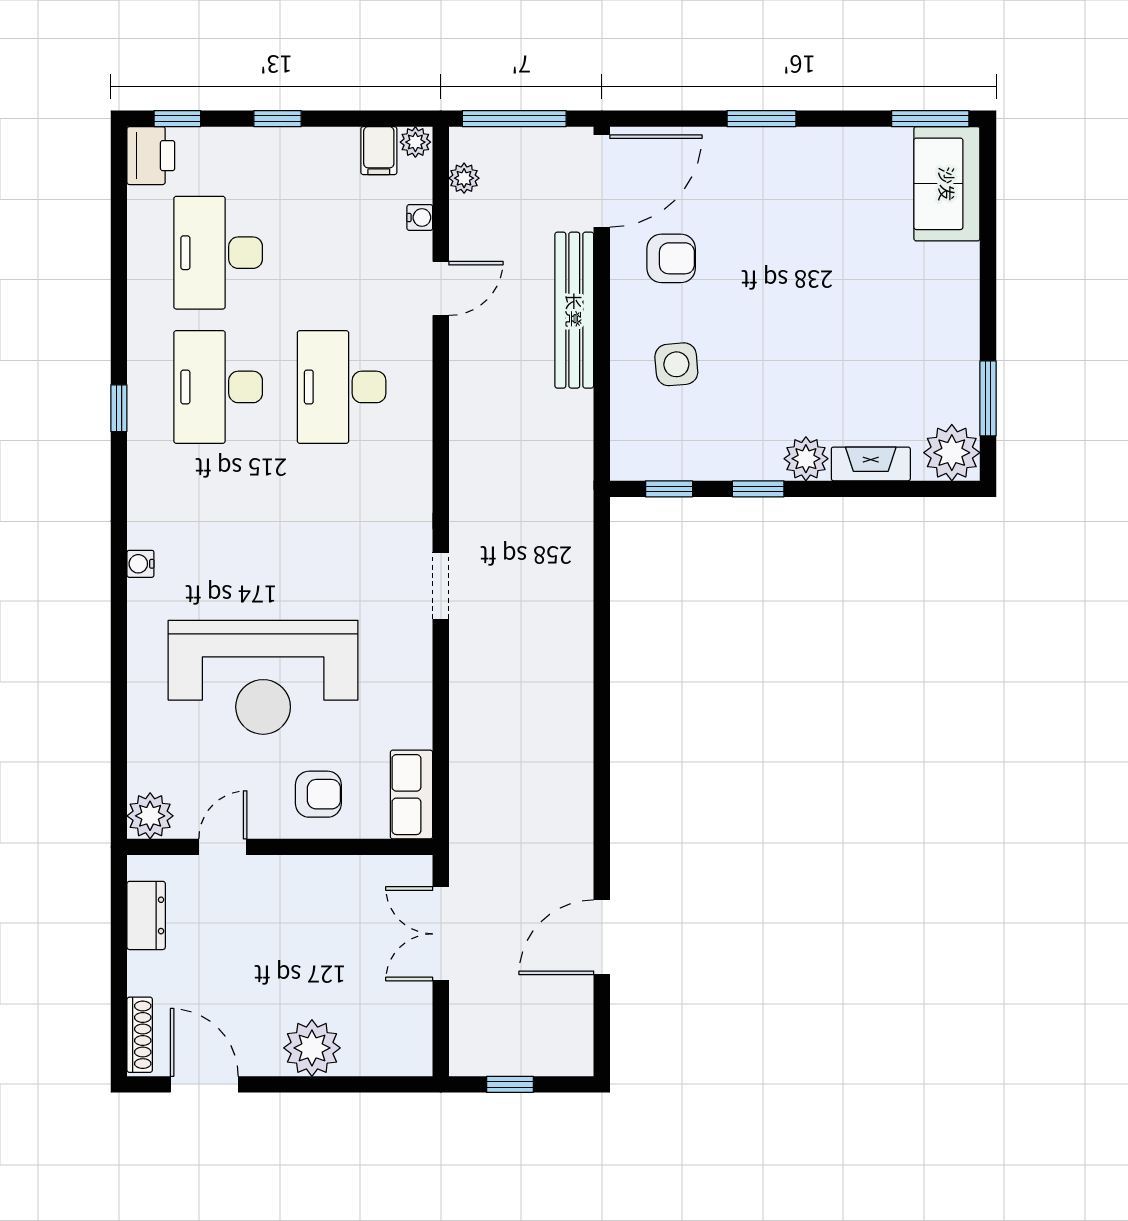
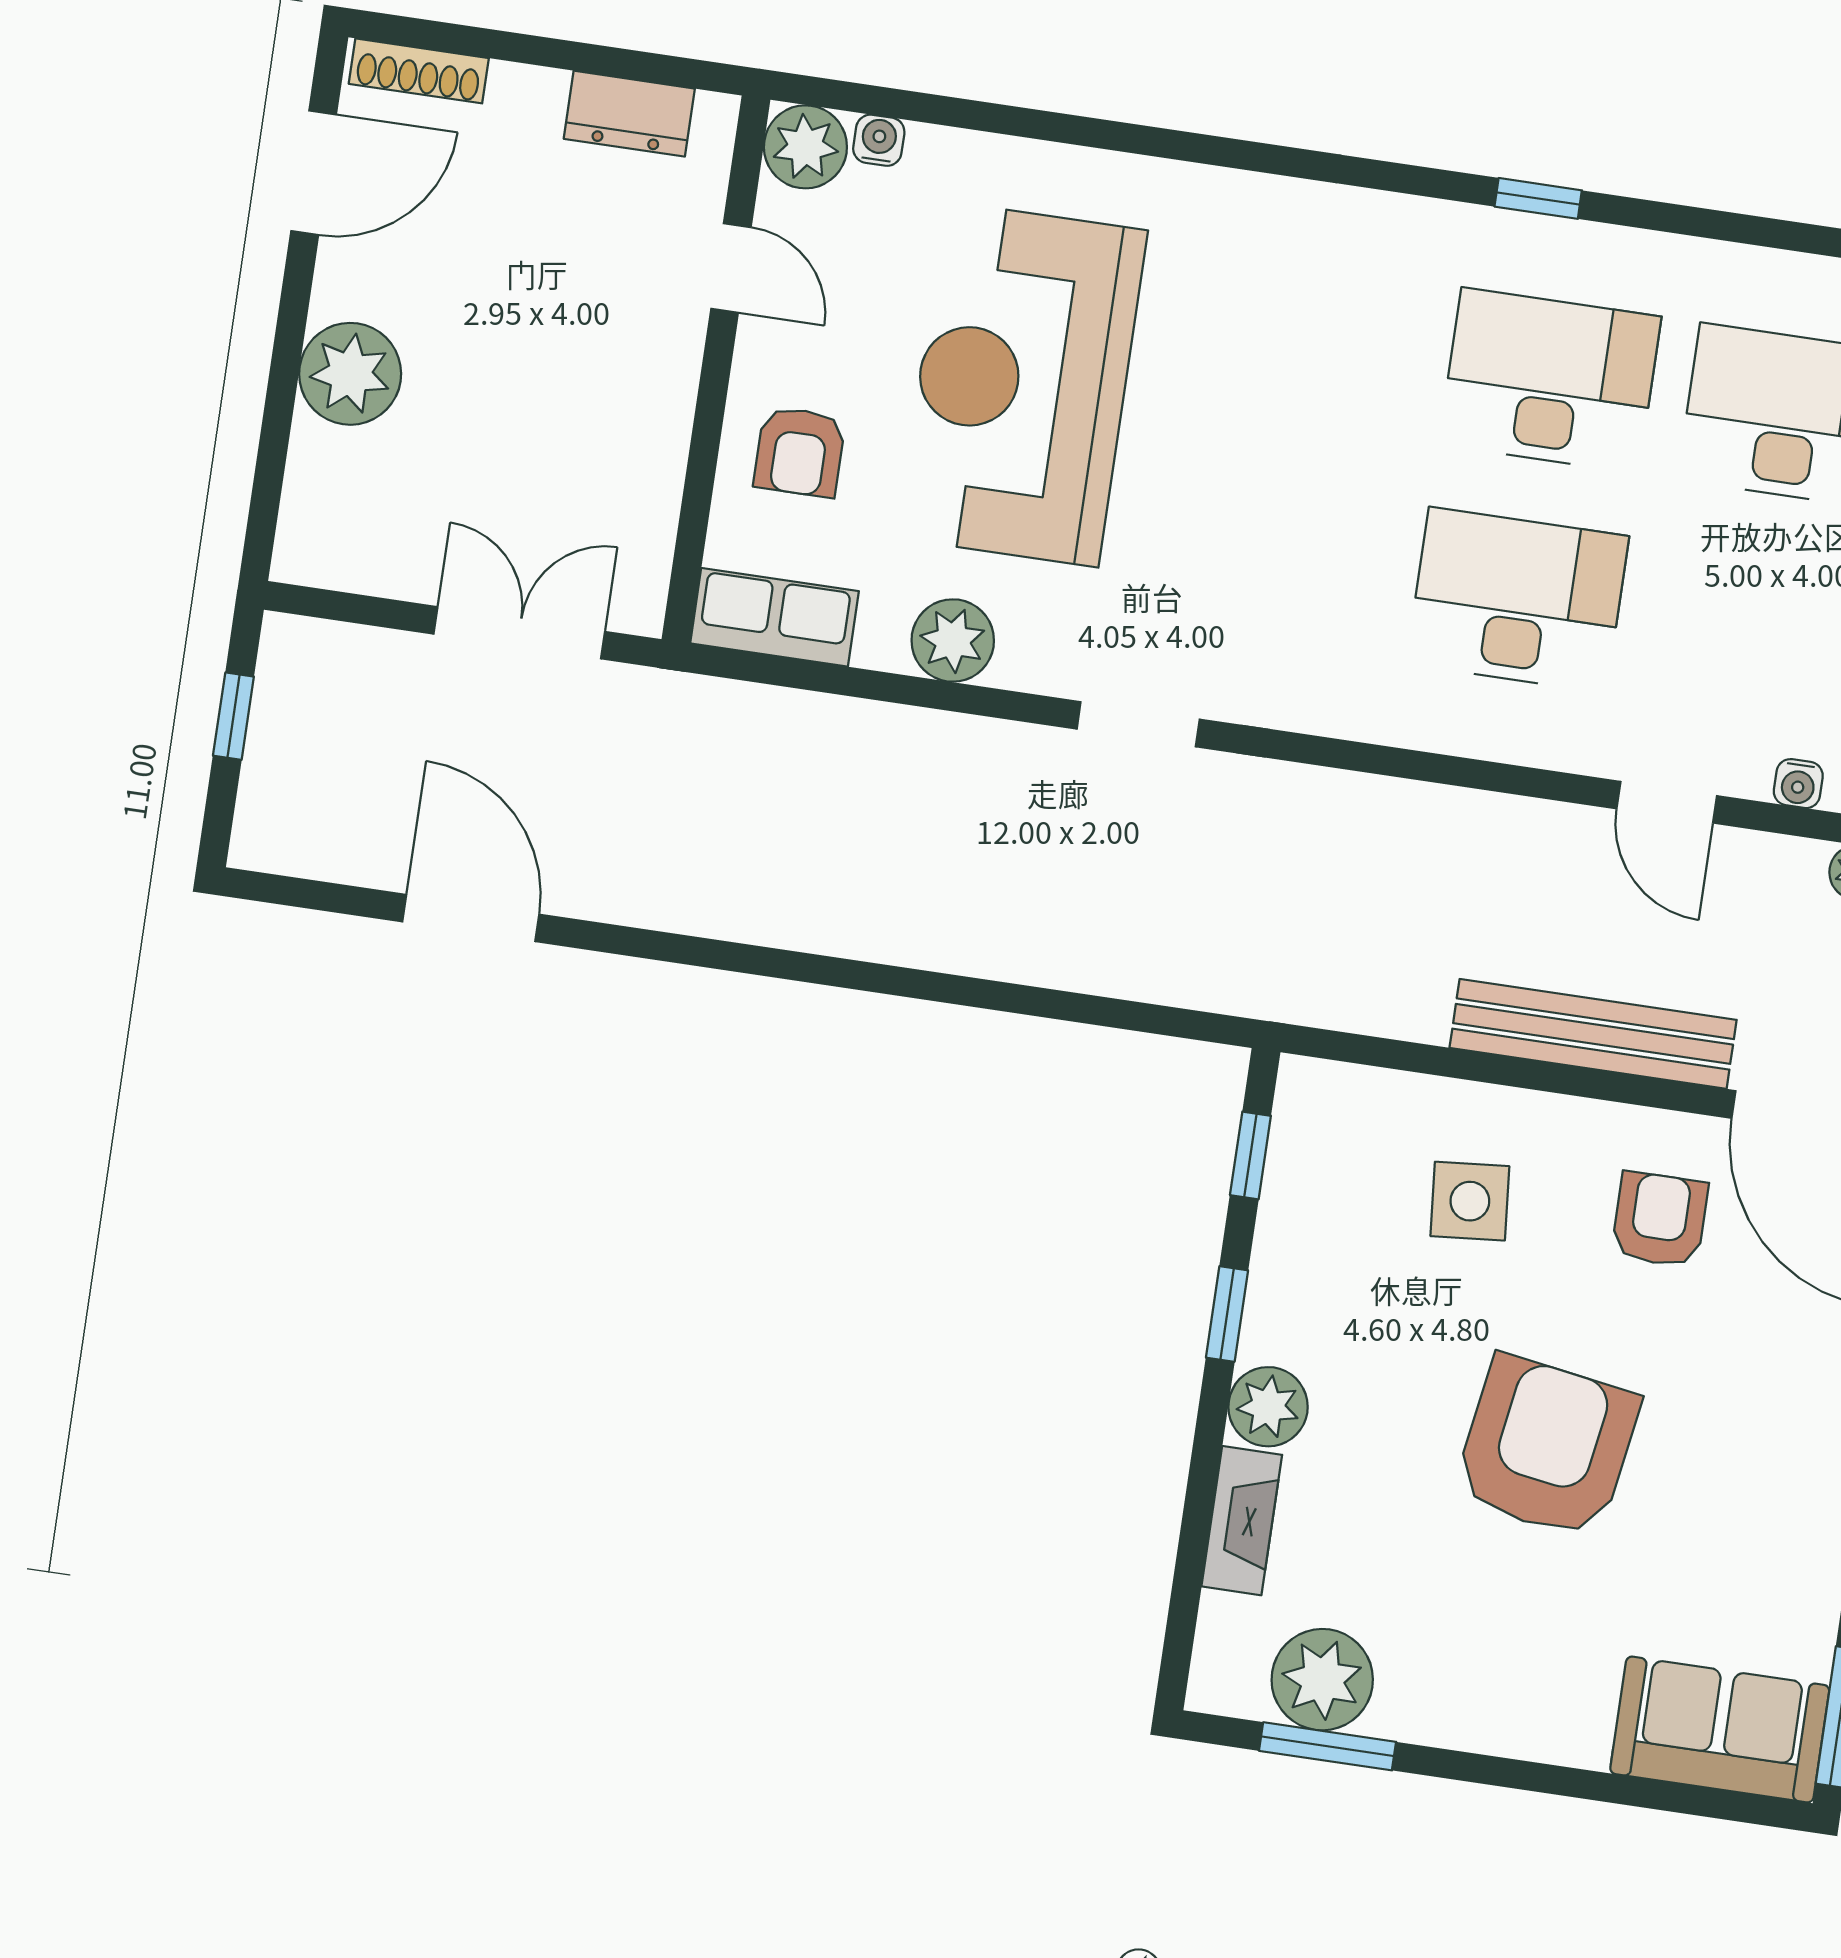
armchair: (671, 258) -> (1660, 1220), turned 180
armchair: (806, 302) -> (1547, 1447), added
plant: (952, 453) -> (1322, 1680), moved
water cooler: (140, 564) -> (879, 140), moved
plant: (410, 695) -> (953, 640), added

